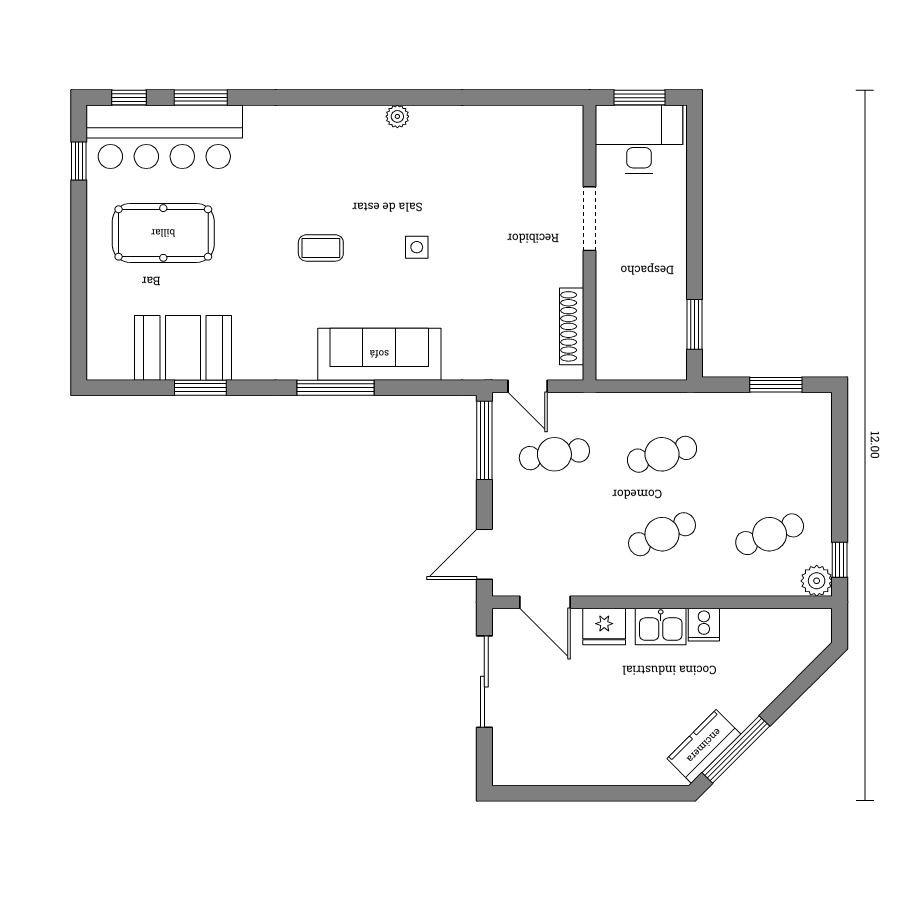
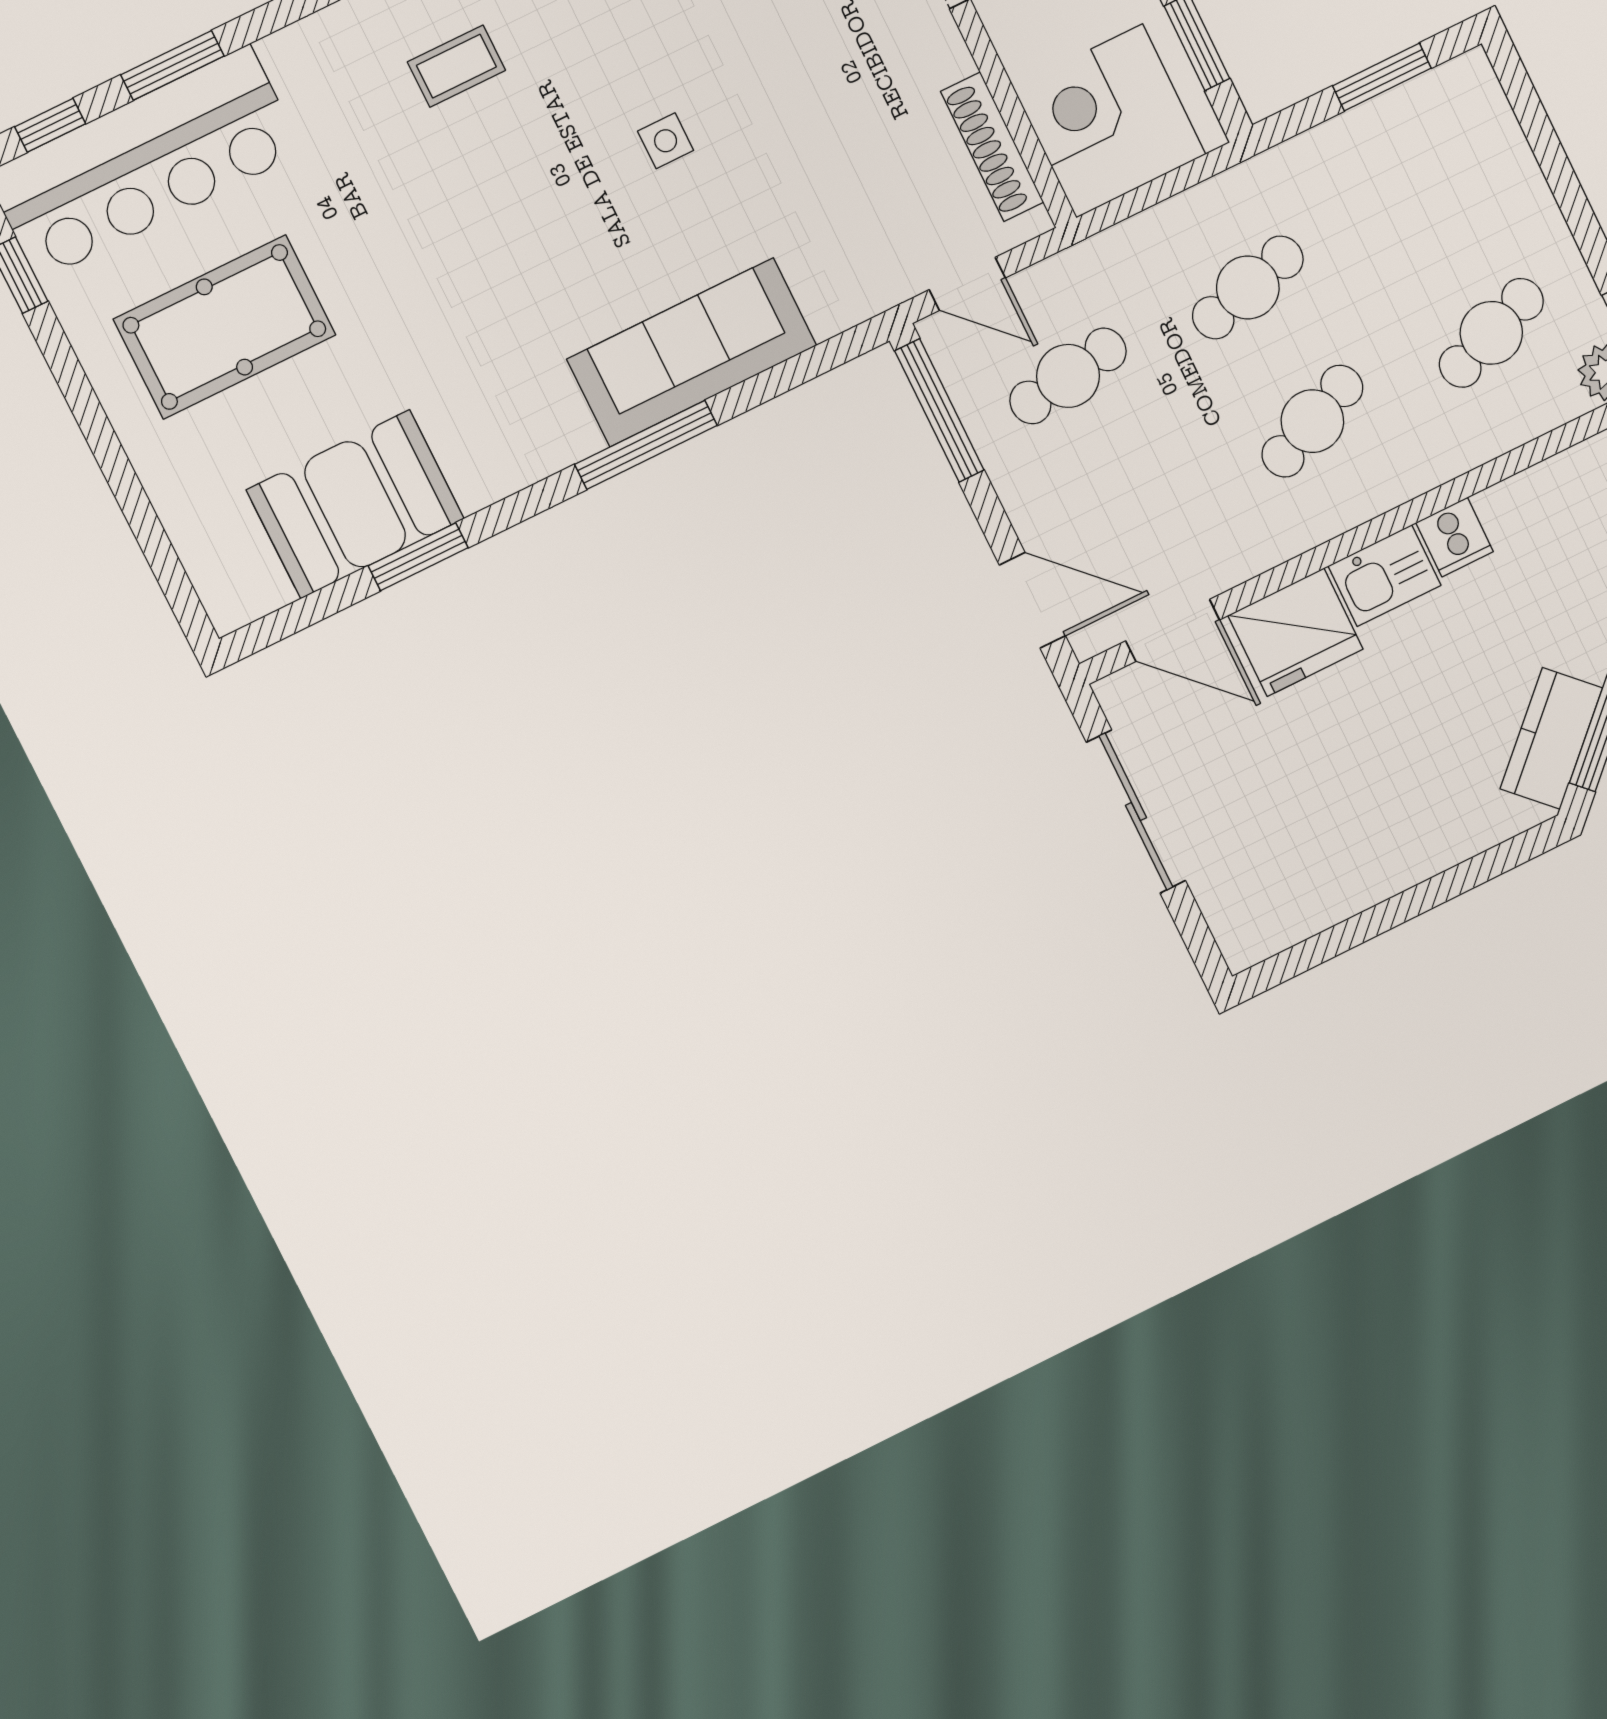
coffee table: (321, 248) -> (456, 66), moved
corner desk: (634, 342) -> (1109, 121), added
door: (484, 554) -> (1032, 600), swing flipped
fridge: (604, 627) -> (1296, 632), width x1.36, depth x1.34

